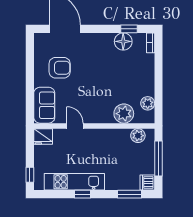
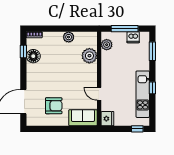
armchair: (60, 68) -> (54, 106), turned 90
plant: (148, 103) -> (69, 37), moved
door: (75, 126) -> (99, 94), hinge flipped
dishwasher: (147, 183) -> (133, 37), moved

